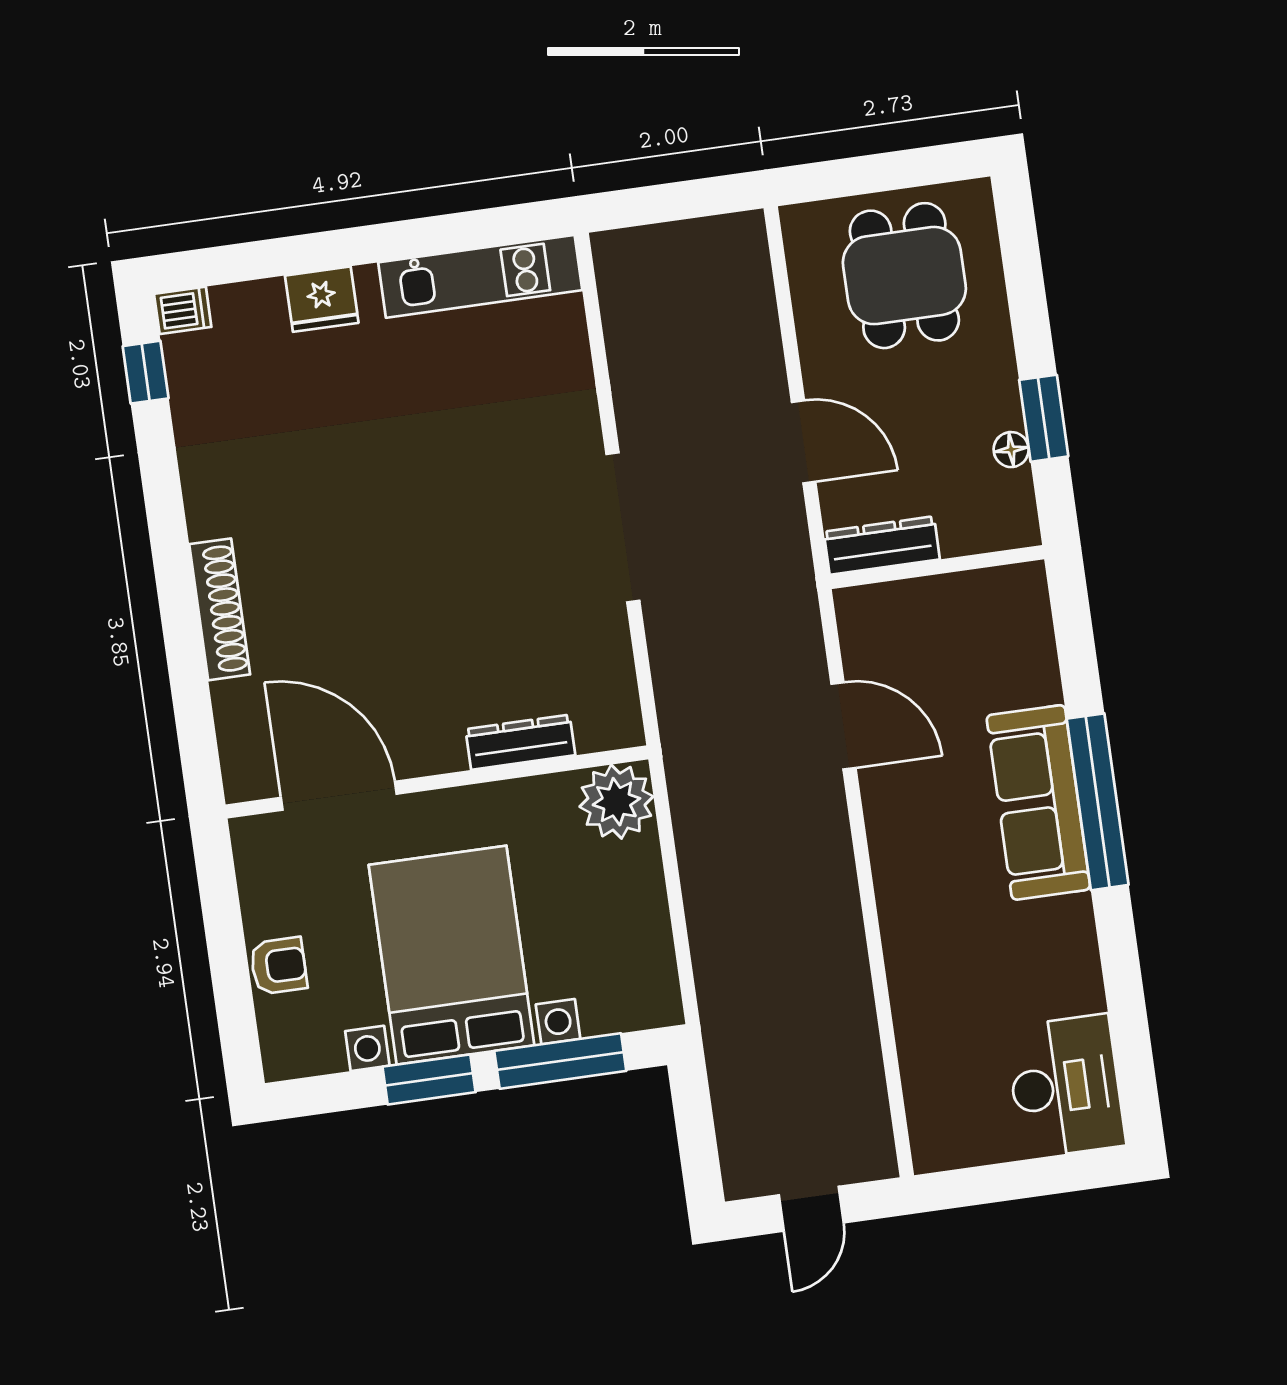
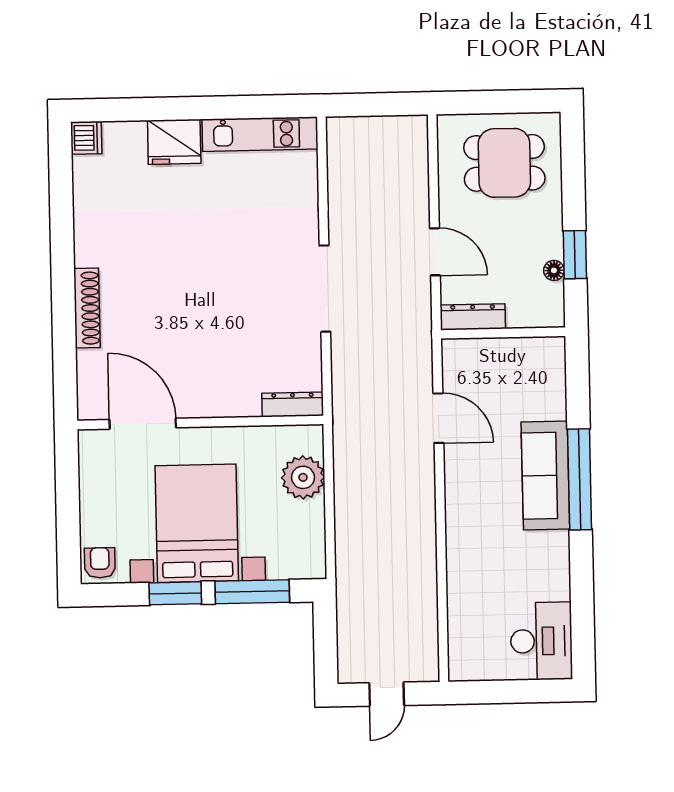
dining table: (904, 276) -> (504, 163), turned 90
fridge: (322, 299) -> (174, 142), width x1.36, depth x1.34
dishwasher: (183, 310) -> (86, 138), width x1.38
window: (146, 372) -> (61, 166), removed
dresser: (520, 742) -> (293, 404), moved
plant: (616, 802) -> (303, 477), moved
armchair: (279, 966) -> (100, 563), moved, turned -90

